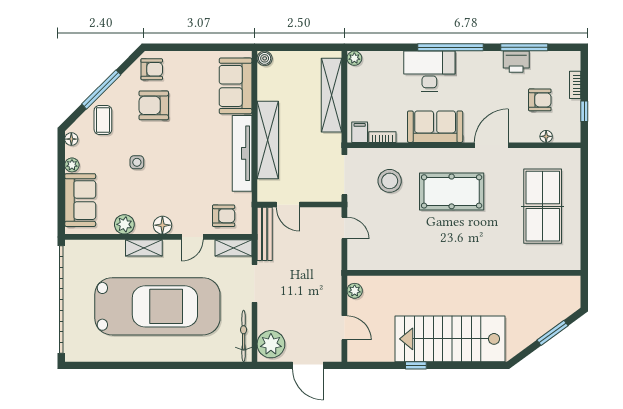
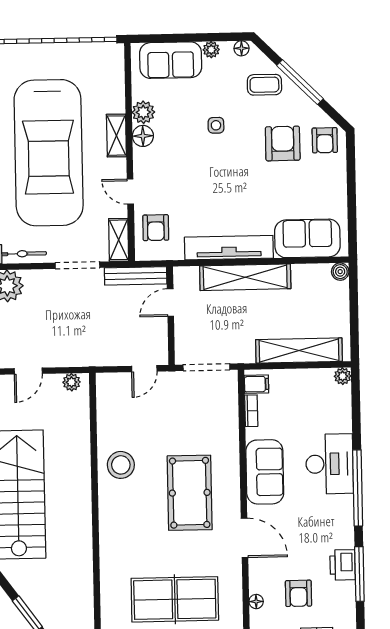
stool: (390, 181) -> (121, 465), moved
floor lamp: (162, 225) -> (143, 136), moved

